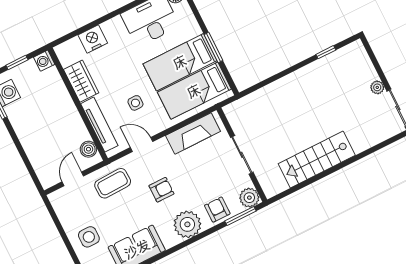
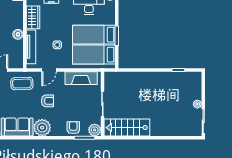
door: (142, 144) -> (49, 70), swing flipped
boiler: (88, 149) -> (18, 34), moved
stairs: (317, 160) -> (127, 128), moved
plant: (187, 224) -> (42, 128), moved

